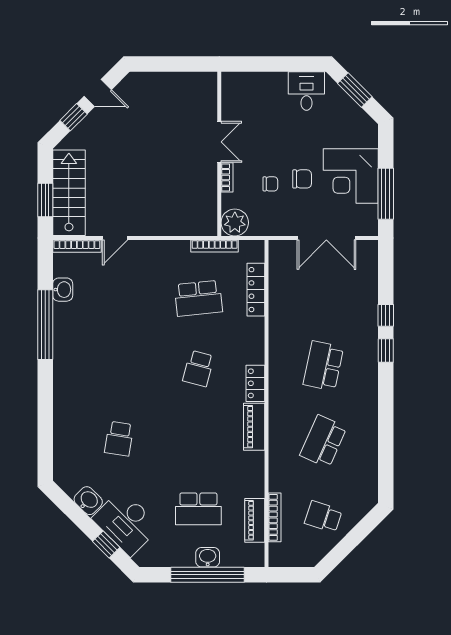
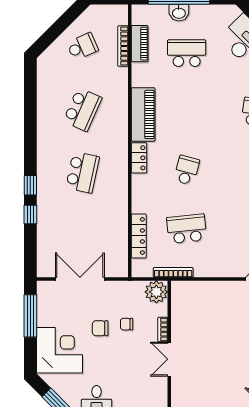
corner desk: (351, 176) -> (60, 350), moved
piano: (254, 427) -> (143, 114), width x1.37, depth x1.33
school desk: (323, 517) -> (82, 47), turned -42

